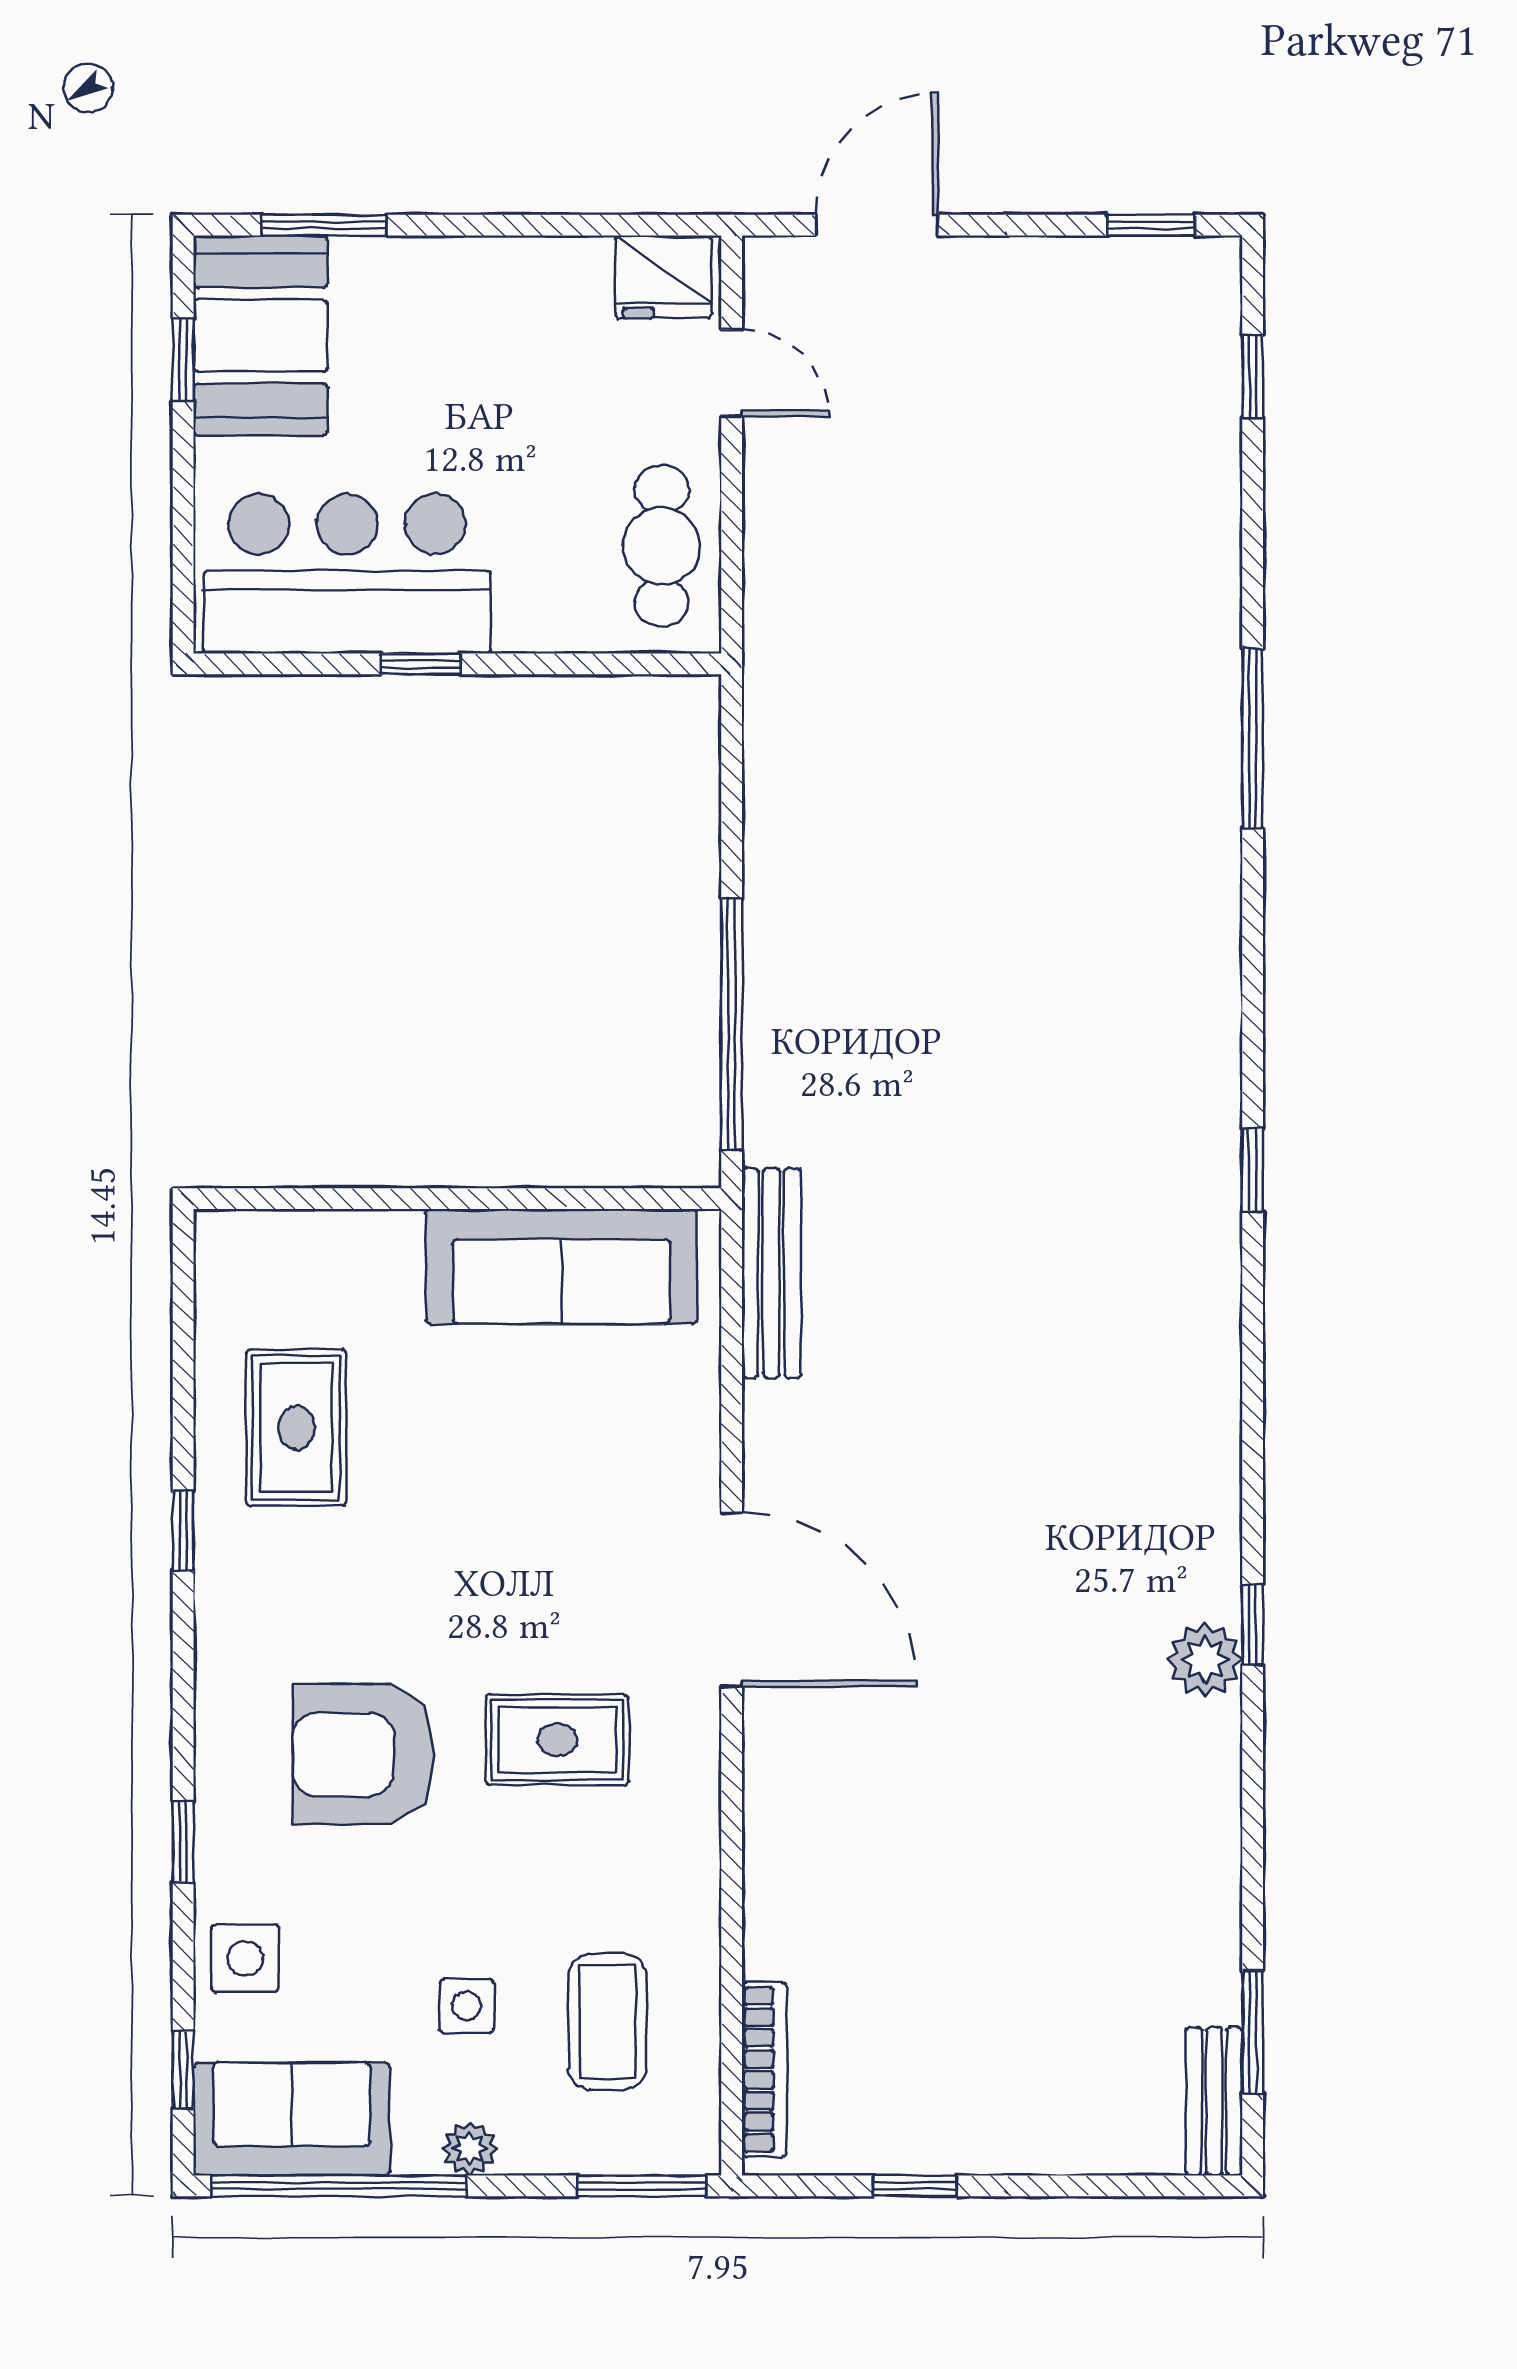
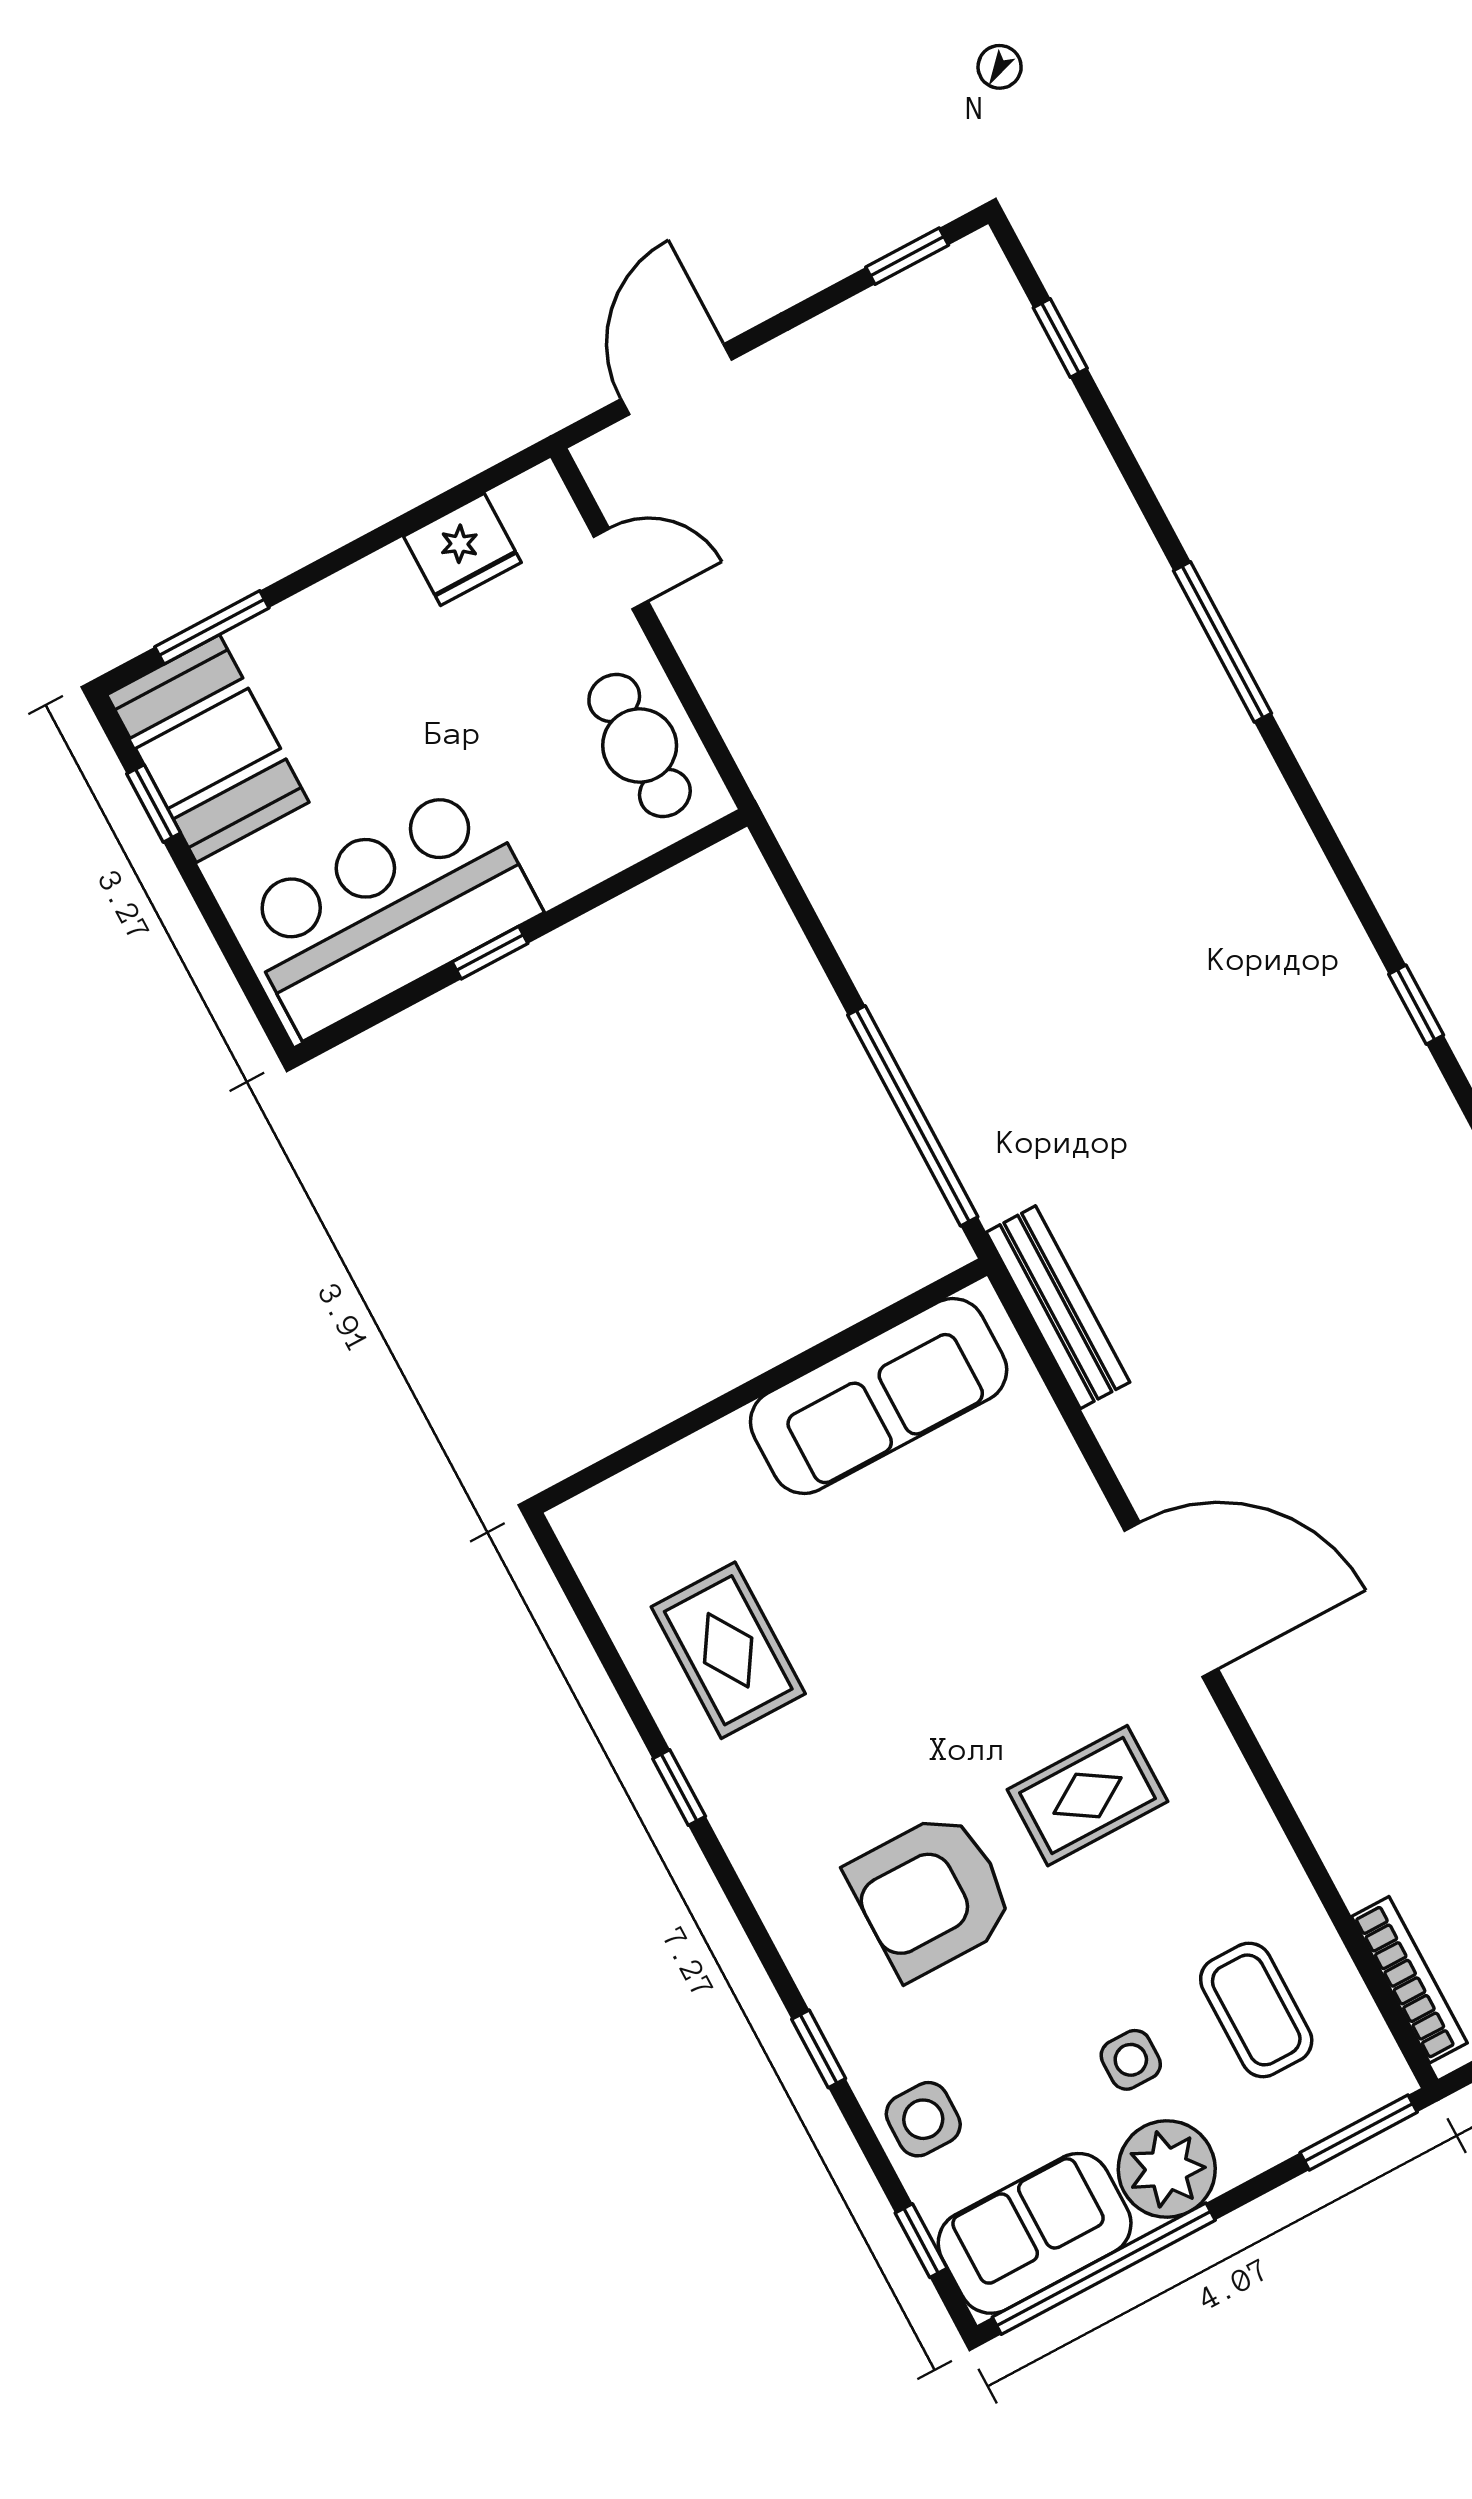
fridge: (663, 277) -> (462, 549), moved
plant: (470, 2149) -> (1167, 2169), width x1.87, depth x1.87

